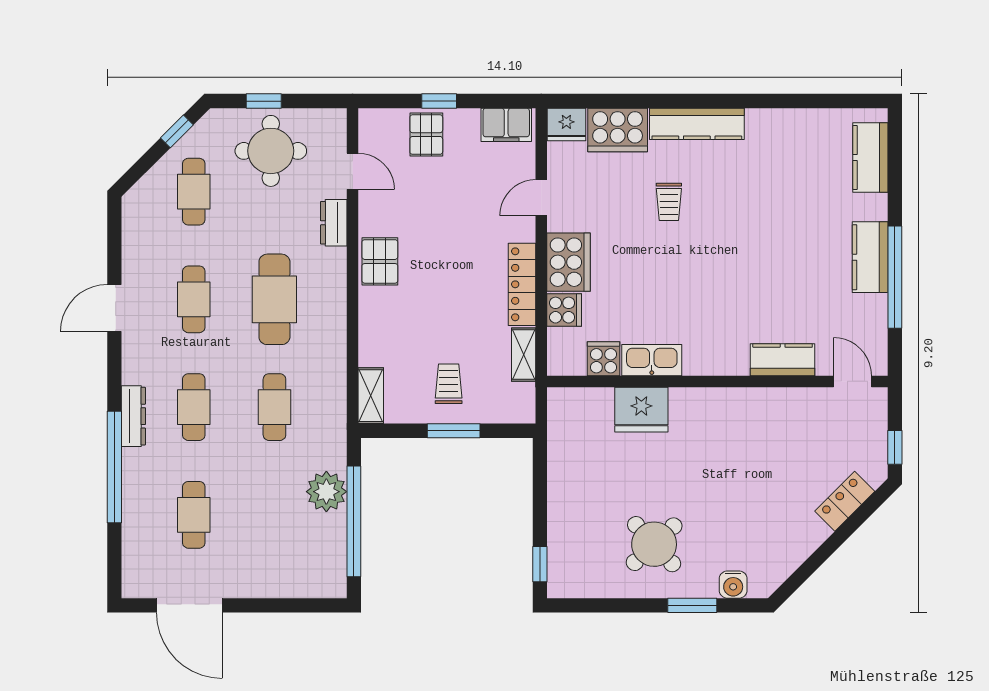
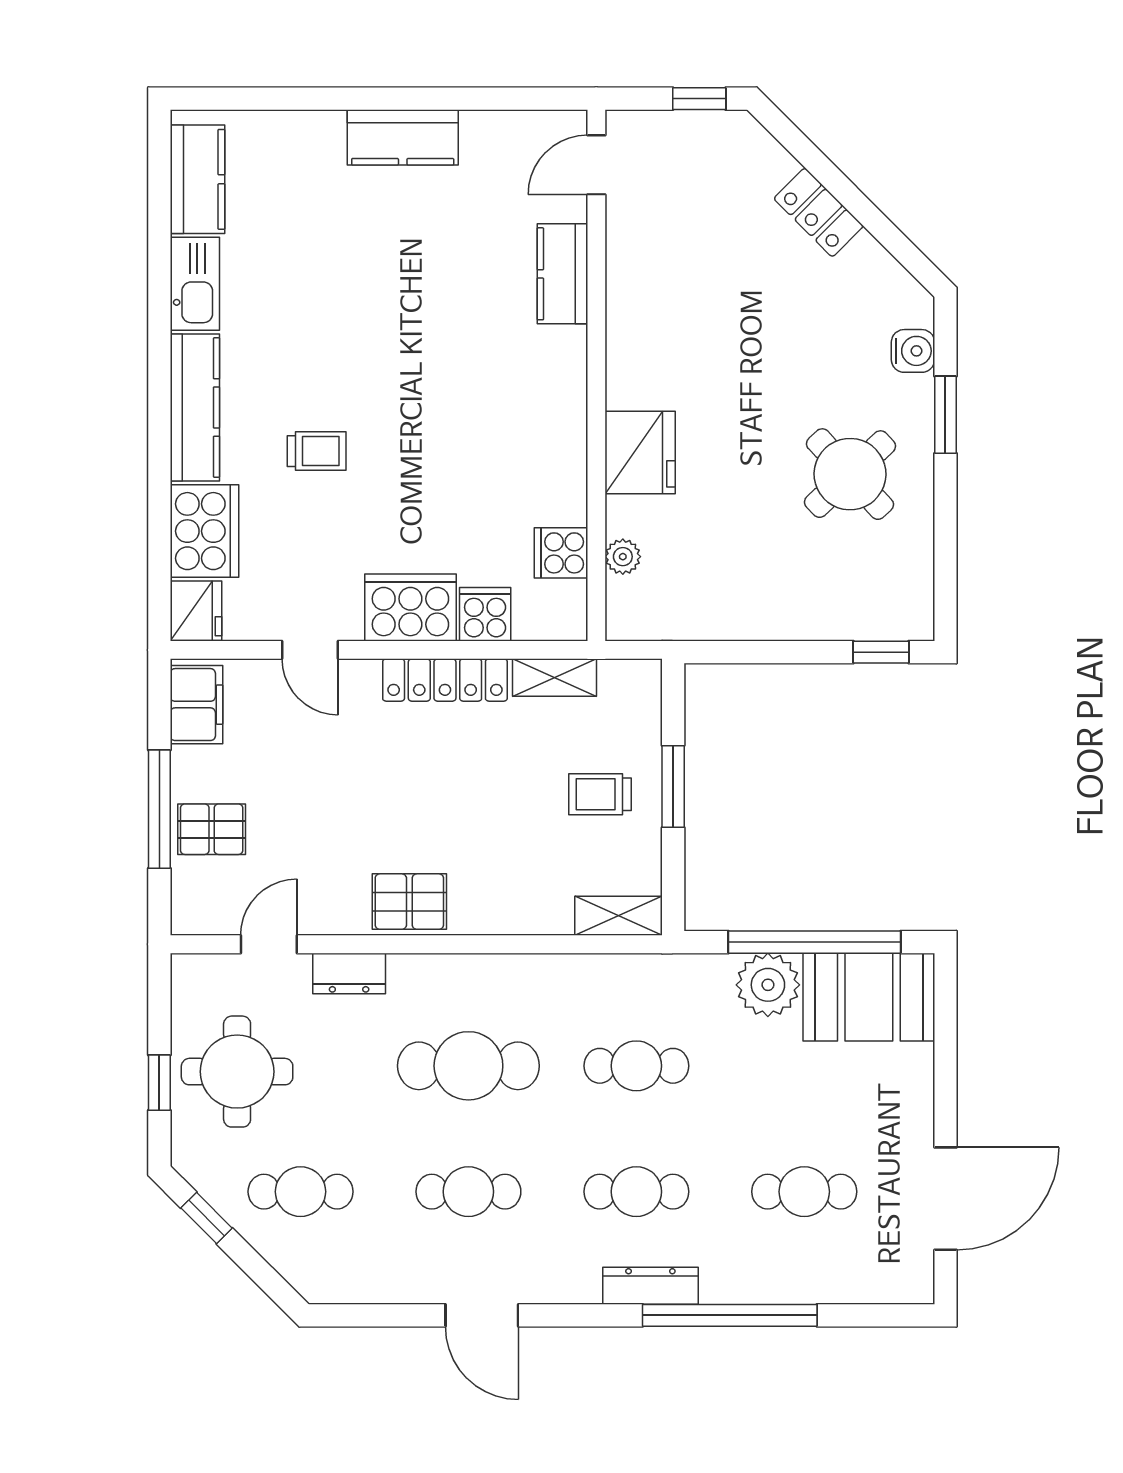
window: (439, 101) -> (159, 809), width x2.17
kitchen counter: (870, 157) -> (197, 179), moved, turned -90
window: (895, 277) -> (434, 99), removed
kitchen sink: (652, 360) -> (195, 284), moved, turned 180
plant: (601, 398) -> (623, 557), added
fridge: (641, 410) -> (640, 452), moved
locker: (845, 501) -> (819, 212), moved
booth: (319, 556) -> (869, 997), added

